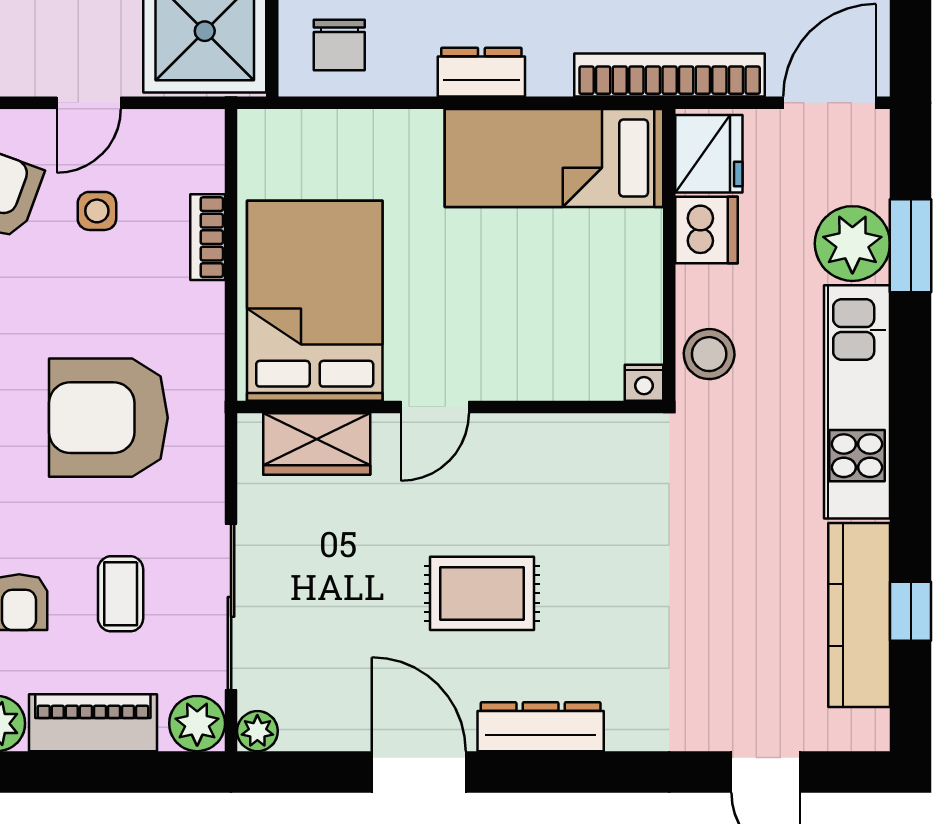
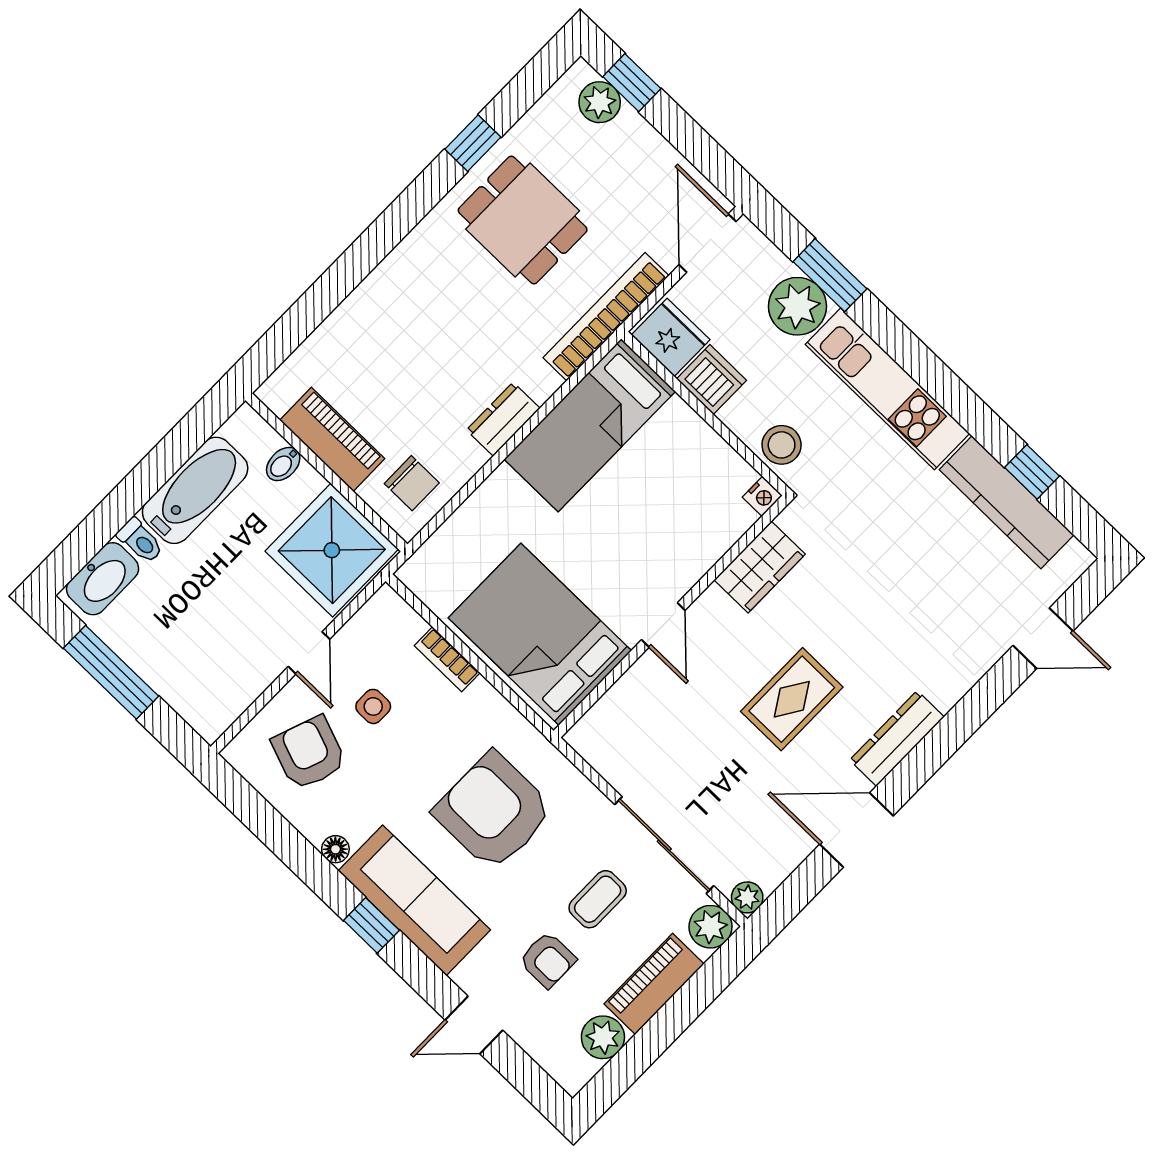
armchair: (108, 418) -> (494, 811), turned 90
wardrobe: (317, 444) -> (760, 567), moved
coffee table: (121, 594) -> (598, 899), turned 90

